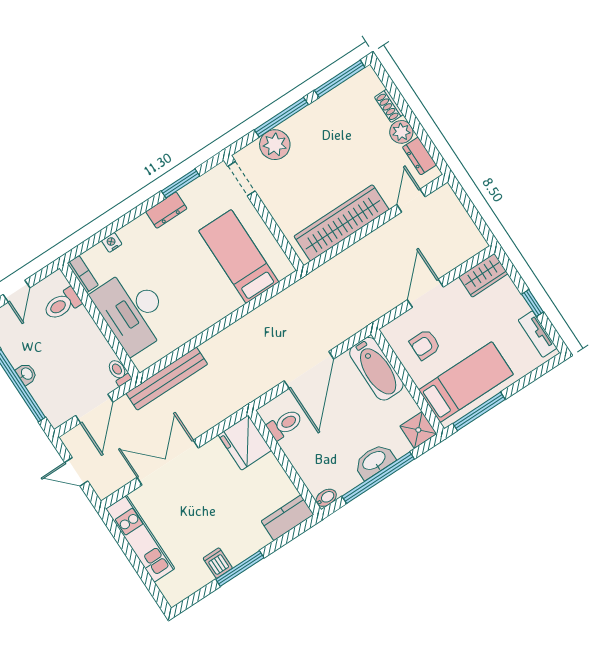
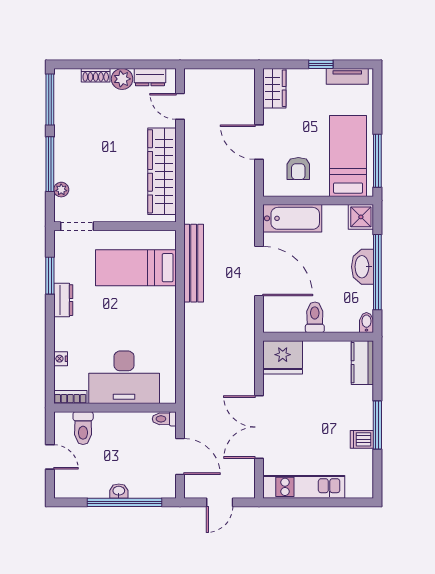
plant: (275, 145) -> (61, 190), width x0.53, depth x0.53
bench: (167, 379) -> (194, 263), moved
toilet: (285, 424) -> (315, 317), moved

